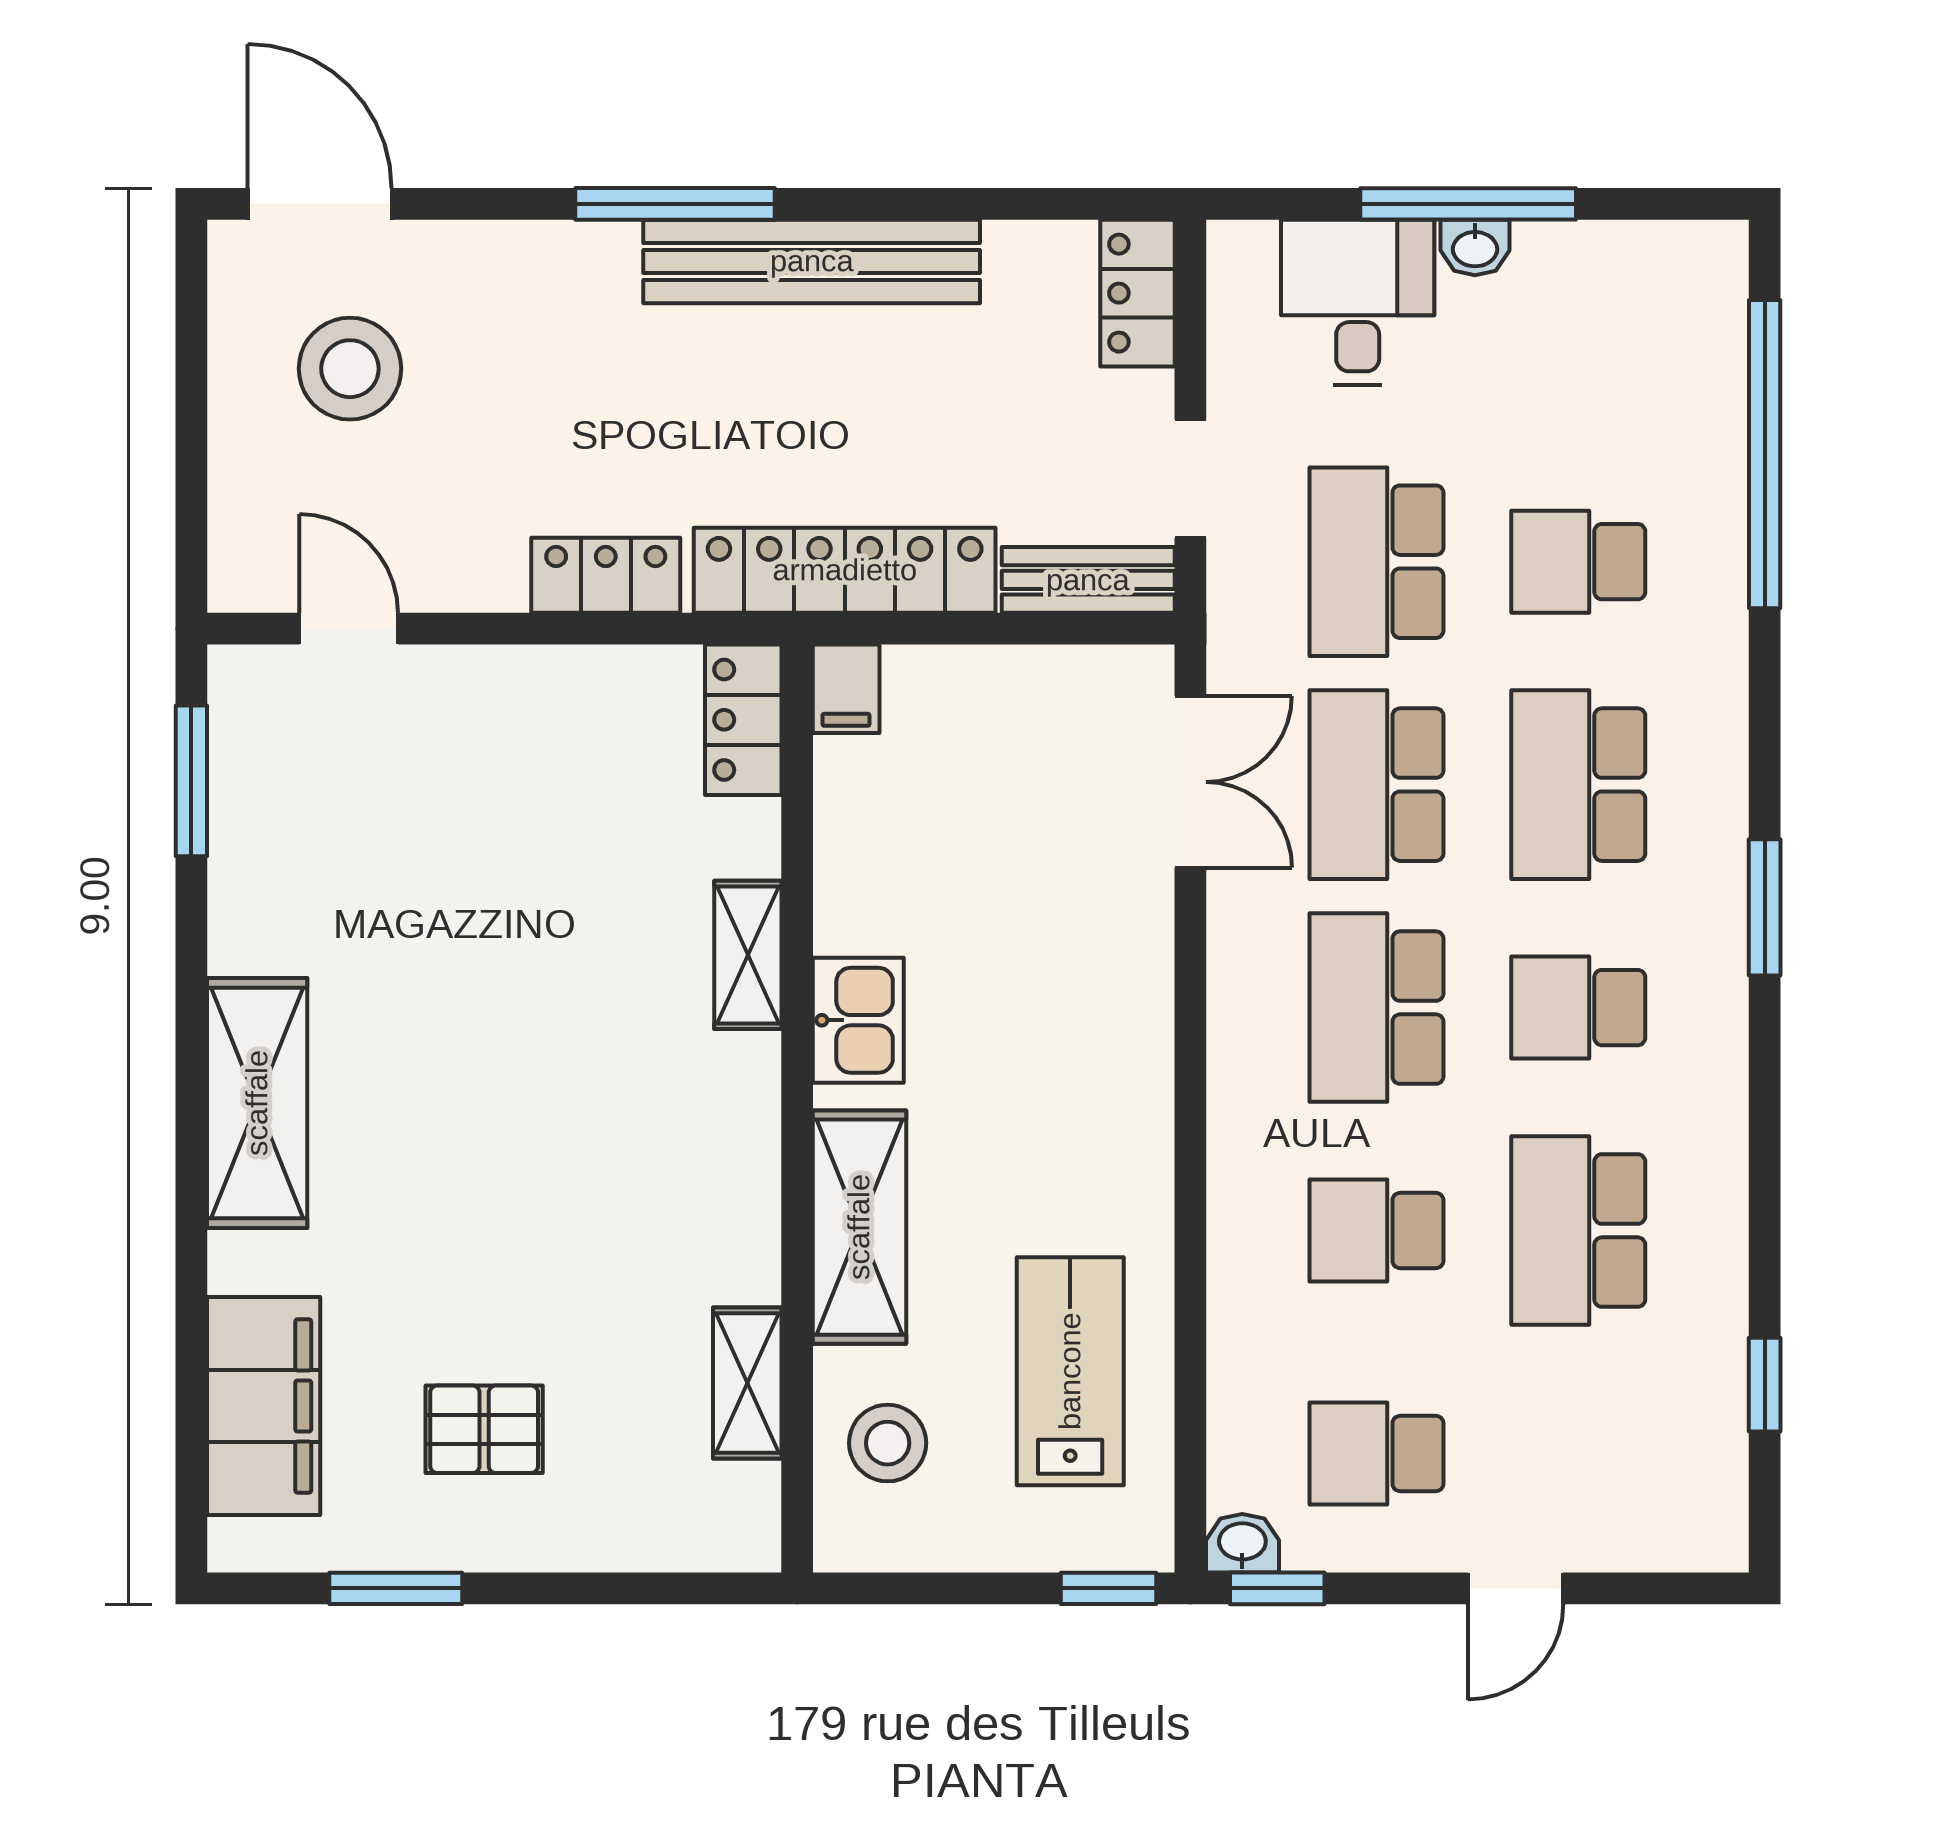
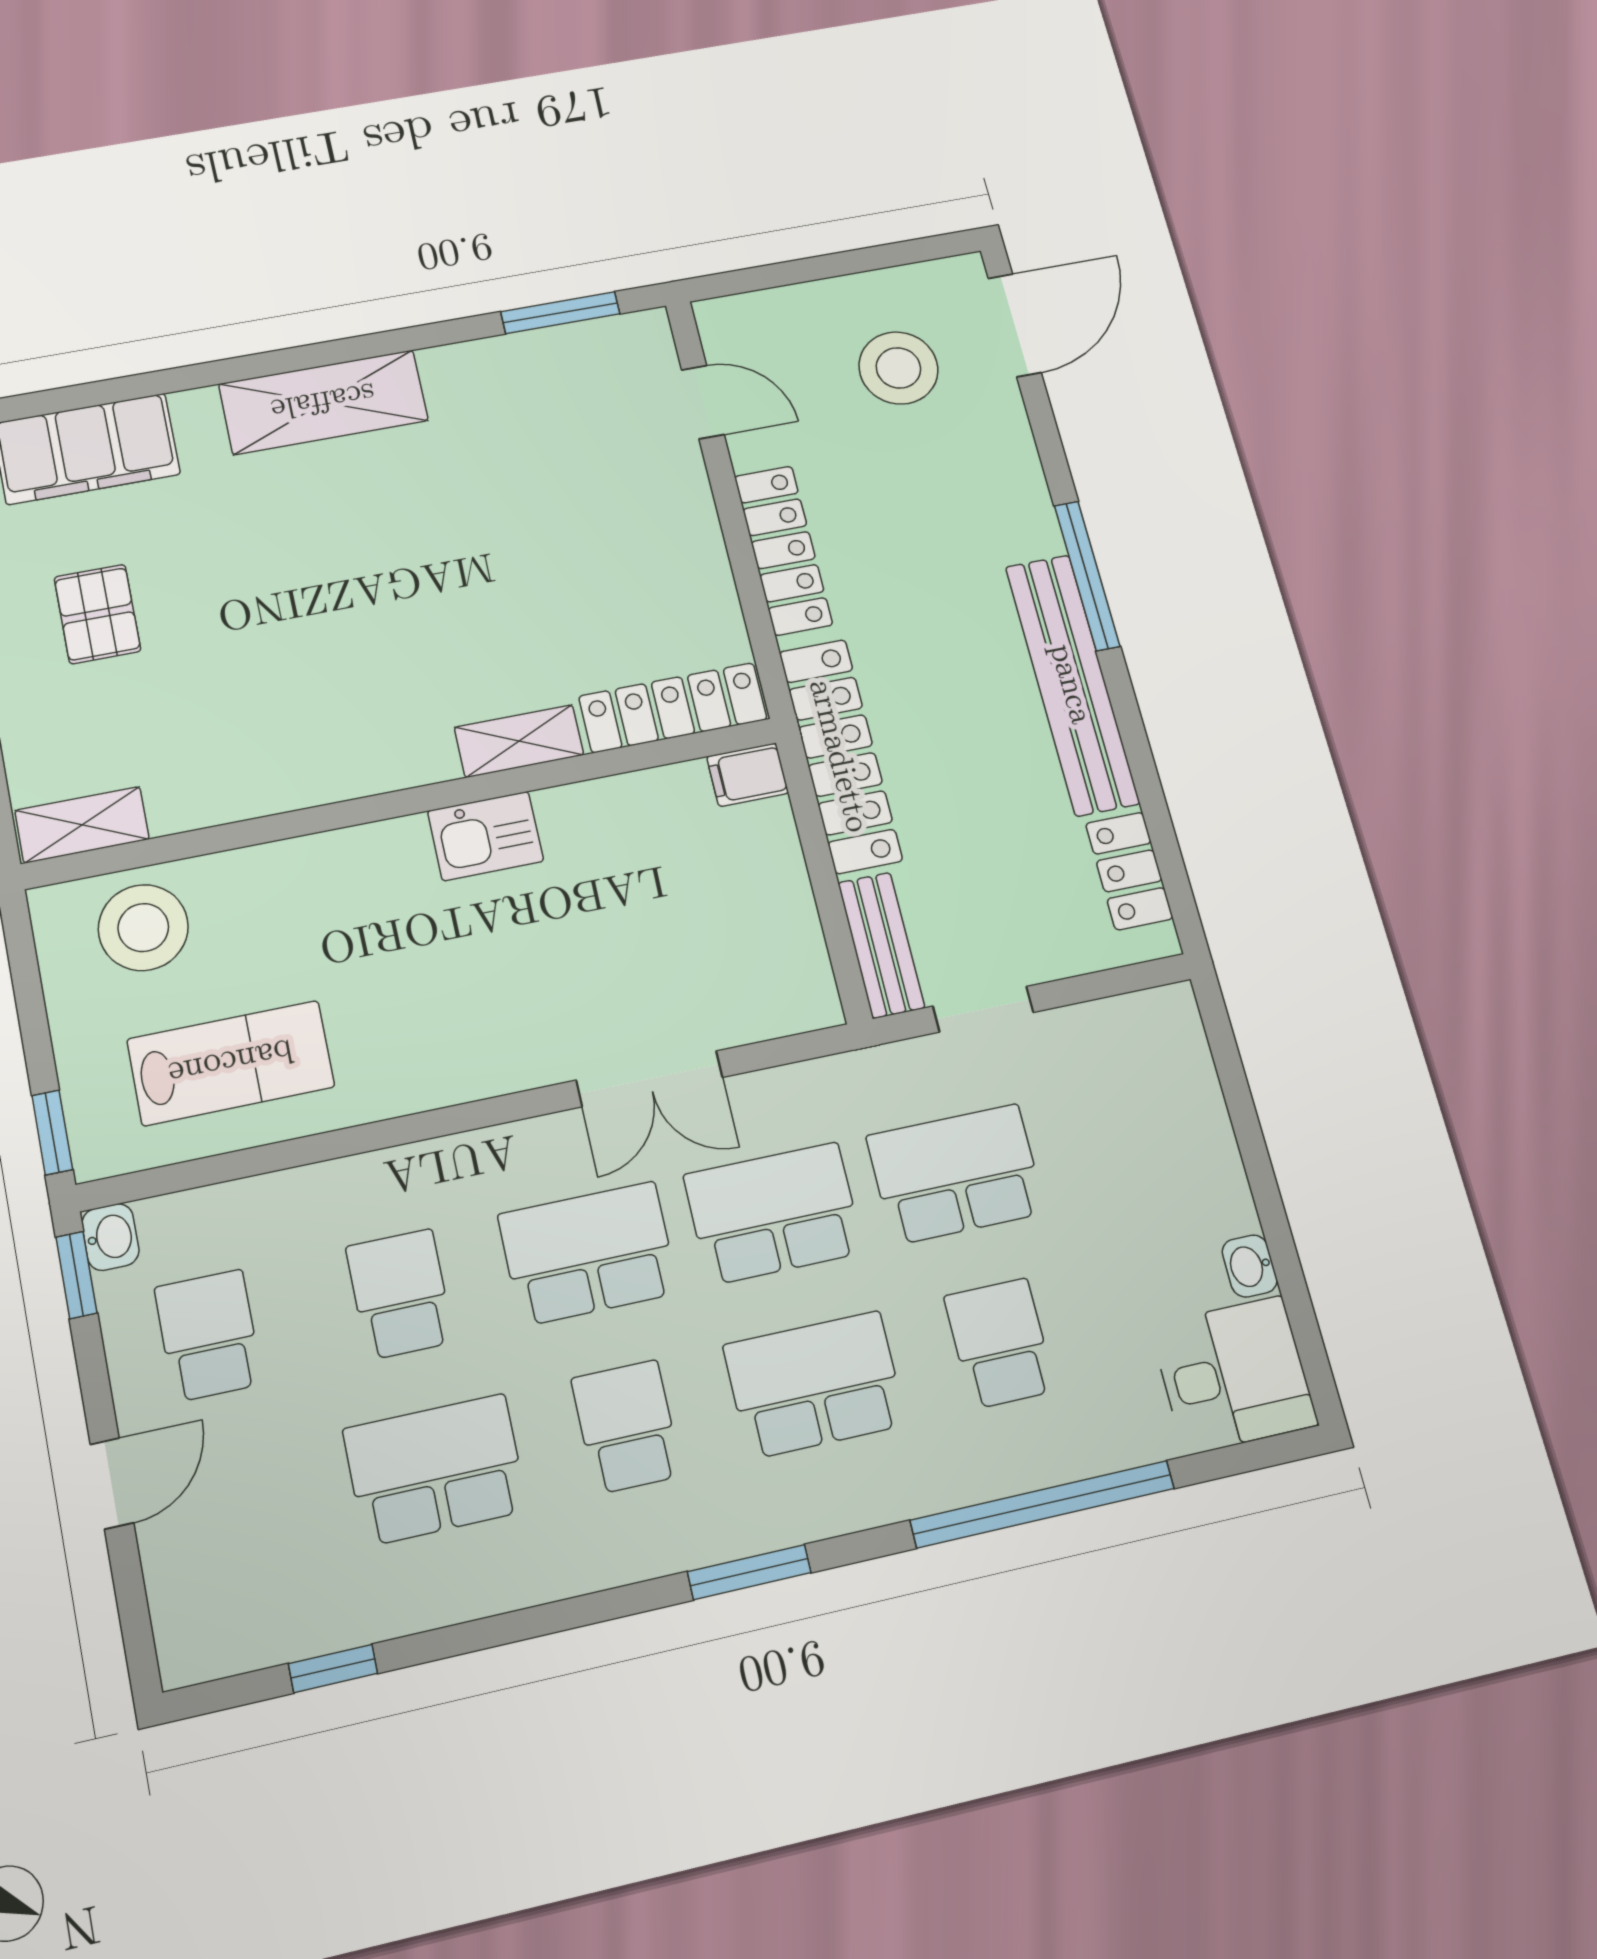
window: (1468, 204) -> (1264, 1187), removed
washbasin: (1475, 248) -> (1250, 1266), moved
locker: (1137, 293) -> (1129, 871), moved, turned -90
desk: (1358, 302) -> (1234, 1375), moved
window: (1765, 454) -> (1042, 1504), moved
locker: (606, 575) -> (783, 550), width x1.53
door: (349, 629) -> (703, 402), hinge flipped
locker: (743, 720) -> (673, 708), width x1.53
double door: (1190, 782) -> (649, 1079), moved
shelving: (859, 1227) -> (317, 870), removed
shelving: (747, 1383) -> (82, 825), moved
stool: (888, 1443) -> (143, 928), width x1.38, depth x1.38
door: (1515, 1588) -> (112, 1483), swing flipped

